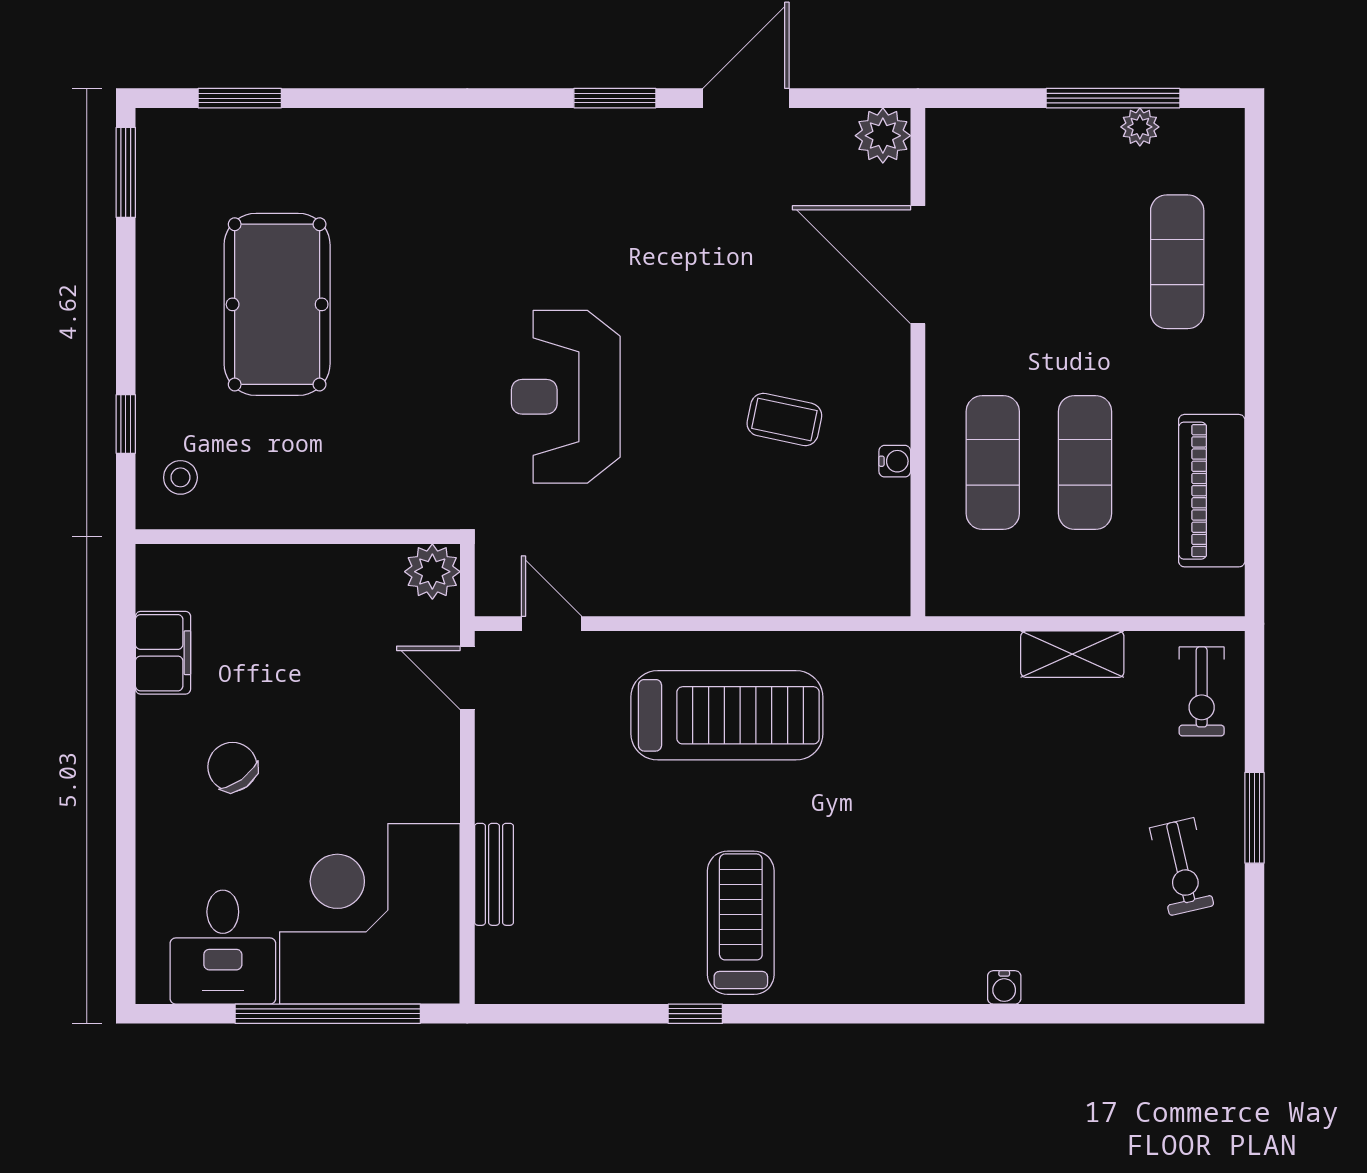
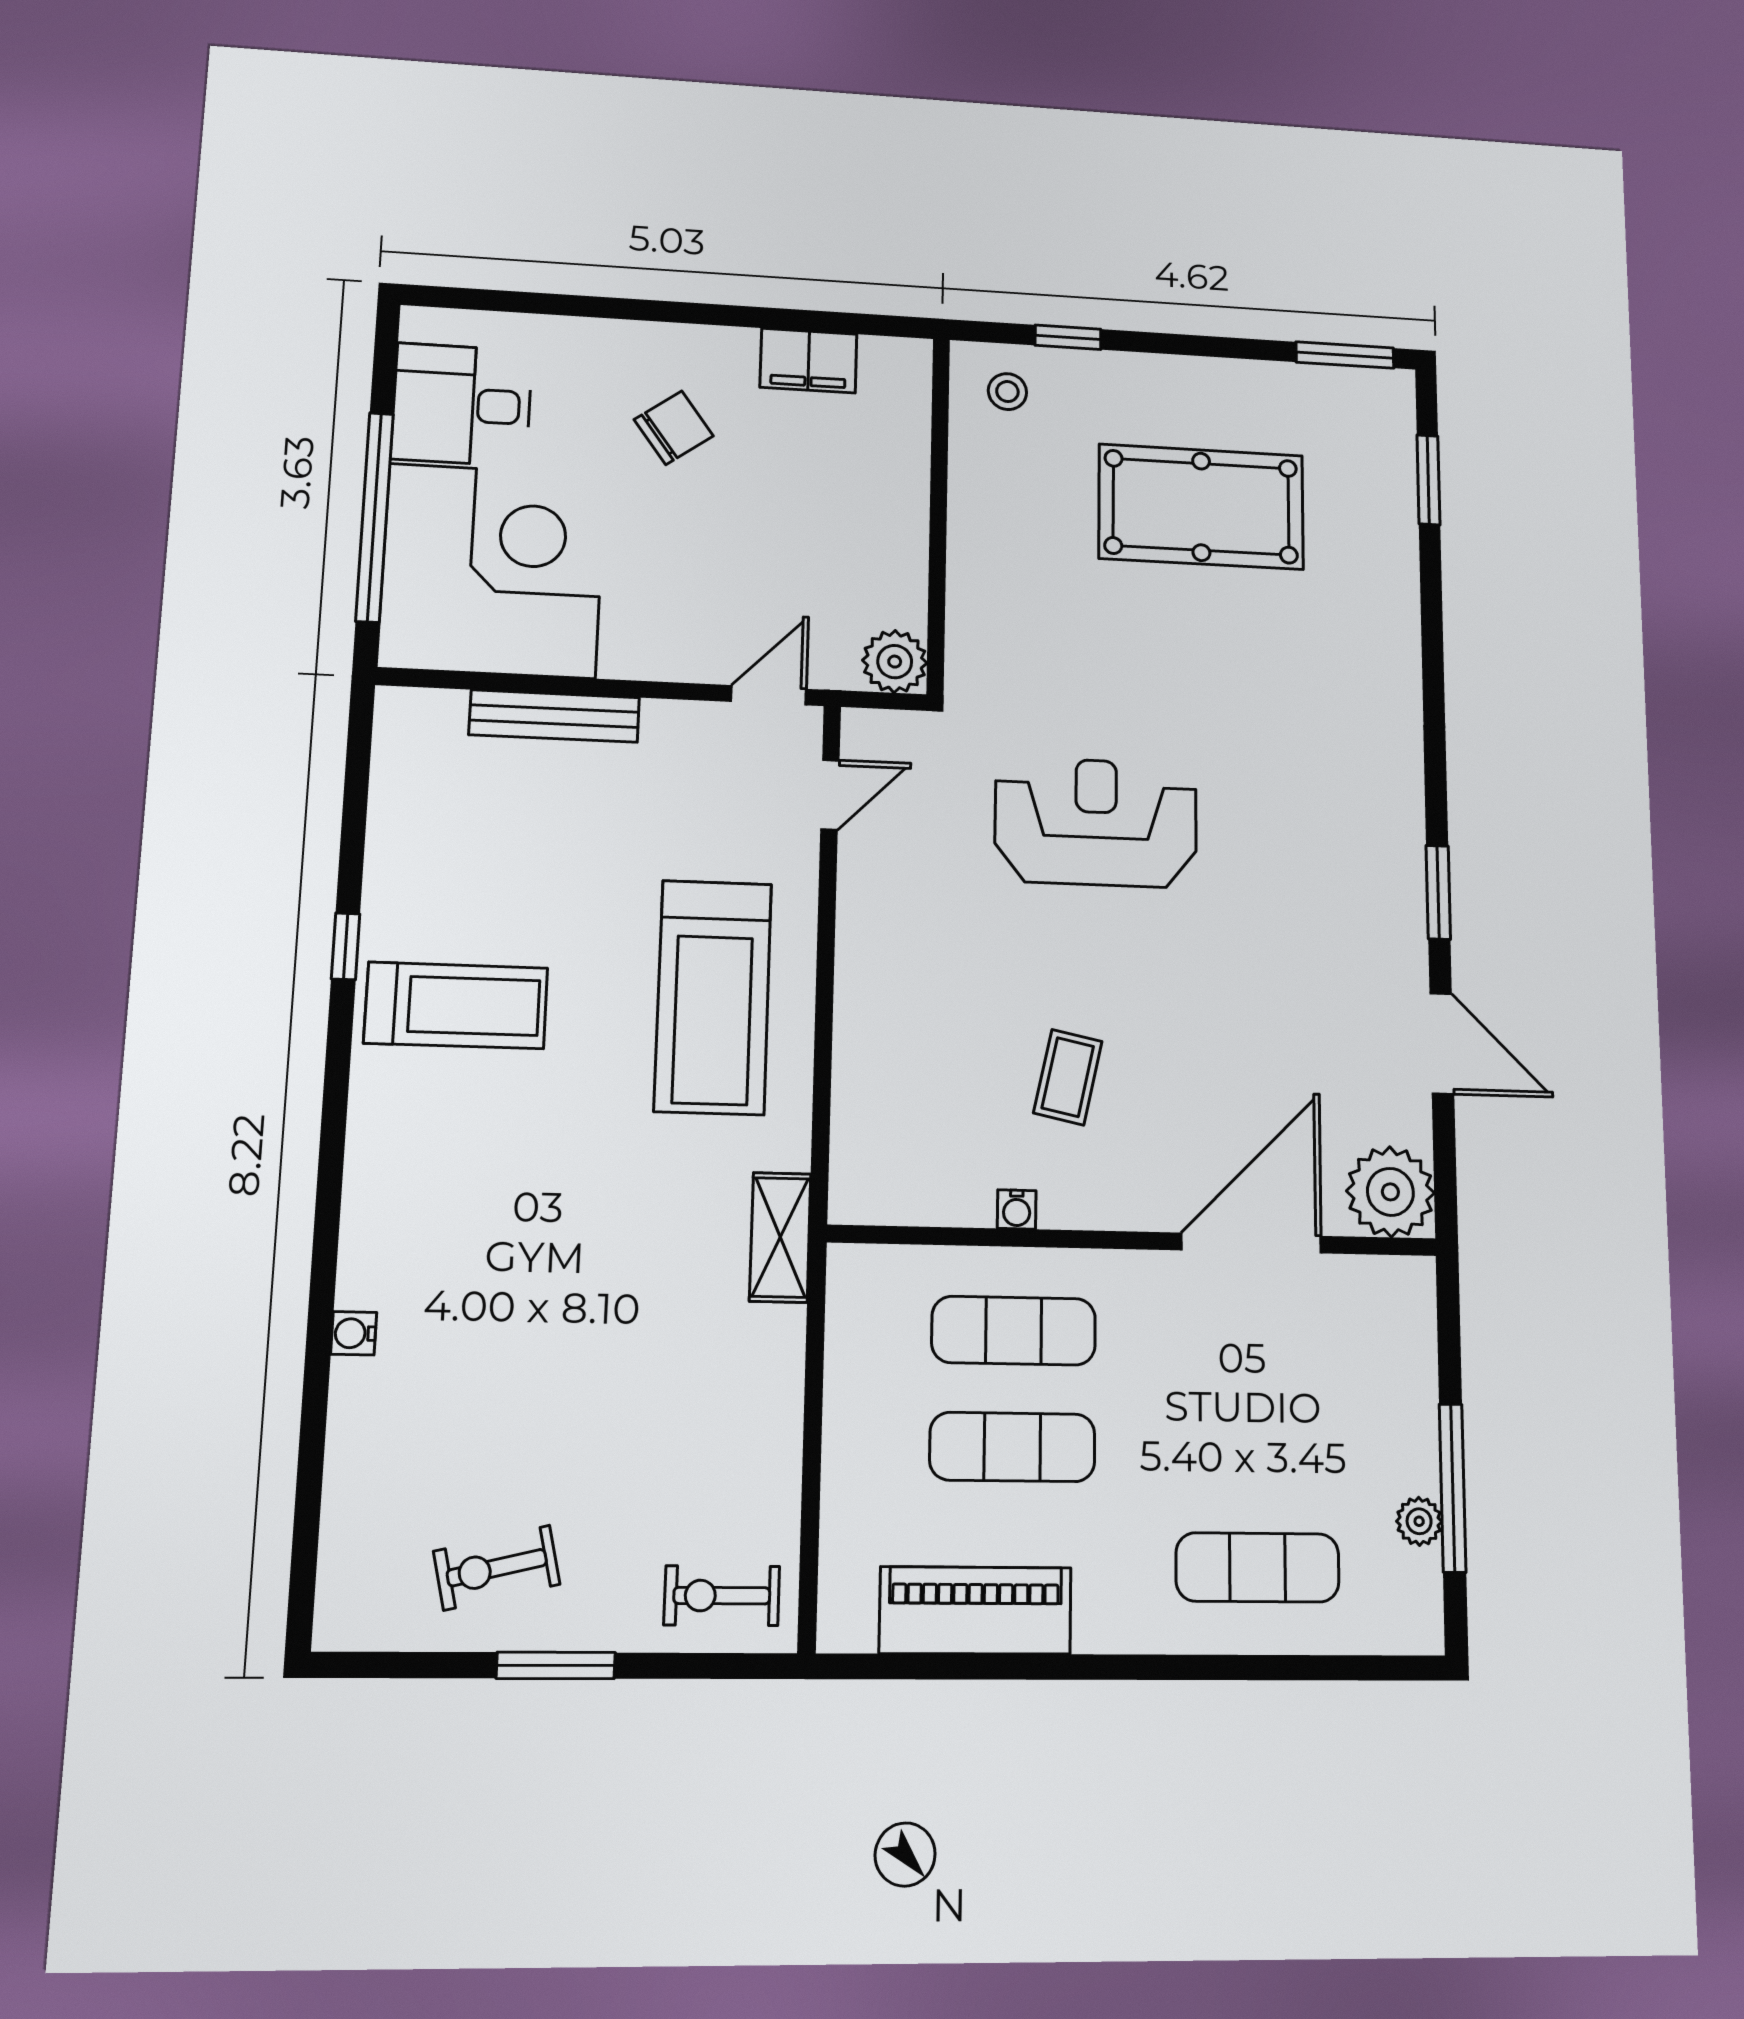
plant: (883, 136) -> (1390, 1192), width x1.36, depth x1.36
shelving: (1072, 654) -> (780, 1237), moved
bench: (494, 874) -> (554, 716), width x1.36

